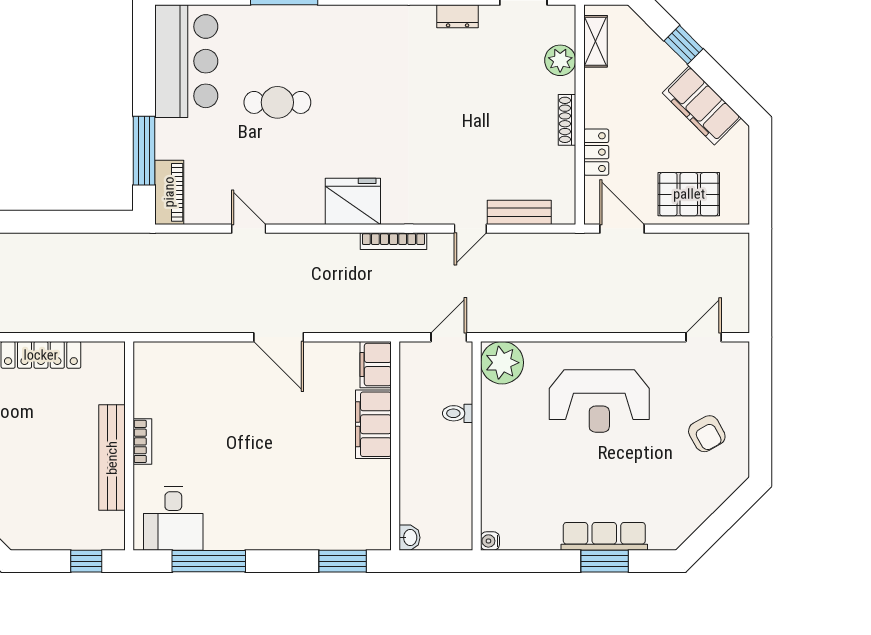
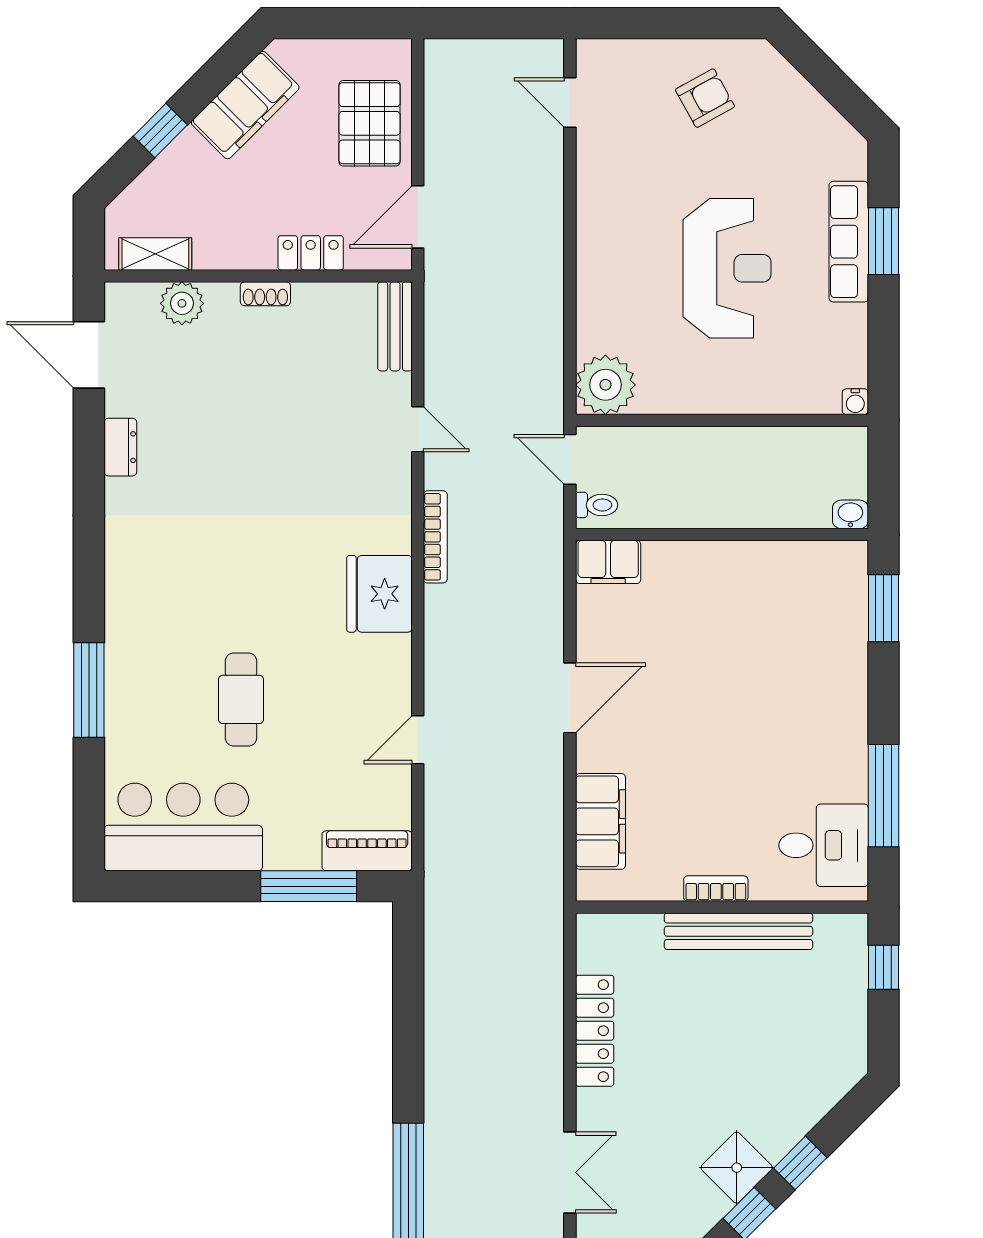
shoe rack: (567, 120) -> (265, 294), width x0.70
bench: (519, 212) -> (395, 326), moved
reception desk: (599, 401) -> (727, 268), moved
toilet: (458, 413) -> (597, 505), moved, turned -90
filing cabinet: (373, 424) -> (600, 821), moved, turned -90

